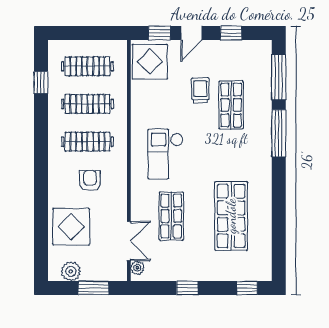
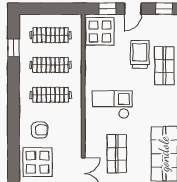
trolley: (200, 91) -> (140, 54), width x1.36, depth x1.39
checkout: (165, 154) -> (112, 105), turned 90
armchair: (90, 181) -> (40, 130), moved, turned 90

